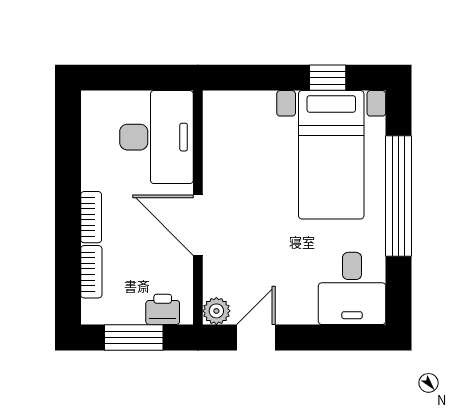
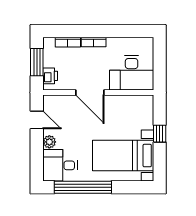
window: (328, 78) -> (160, 134), moved
window: (398, 196) -> (83, 187), moved
door: (198, 225) -> (90, 92), swing flipped
plant: (216, 311) -> (49, 142), moved

